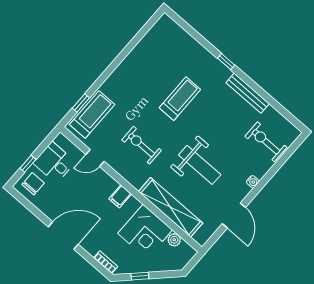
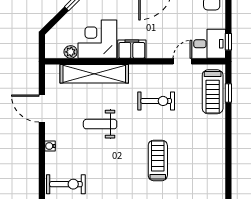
treadmill: (180, 99) -> (158, 160), turned 180
desk: (54, 162) -> (210, 44), moved
window: (28, 164) -> (228, 42), moved
weight bench: (200, 165) -> (100, 124), width x0.73, depth x0.75
filing cabinet: (120, 196) -> (132, 49), width x2.00

